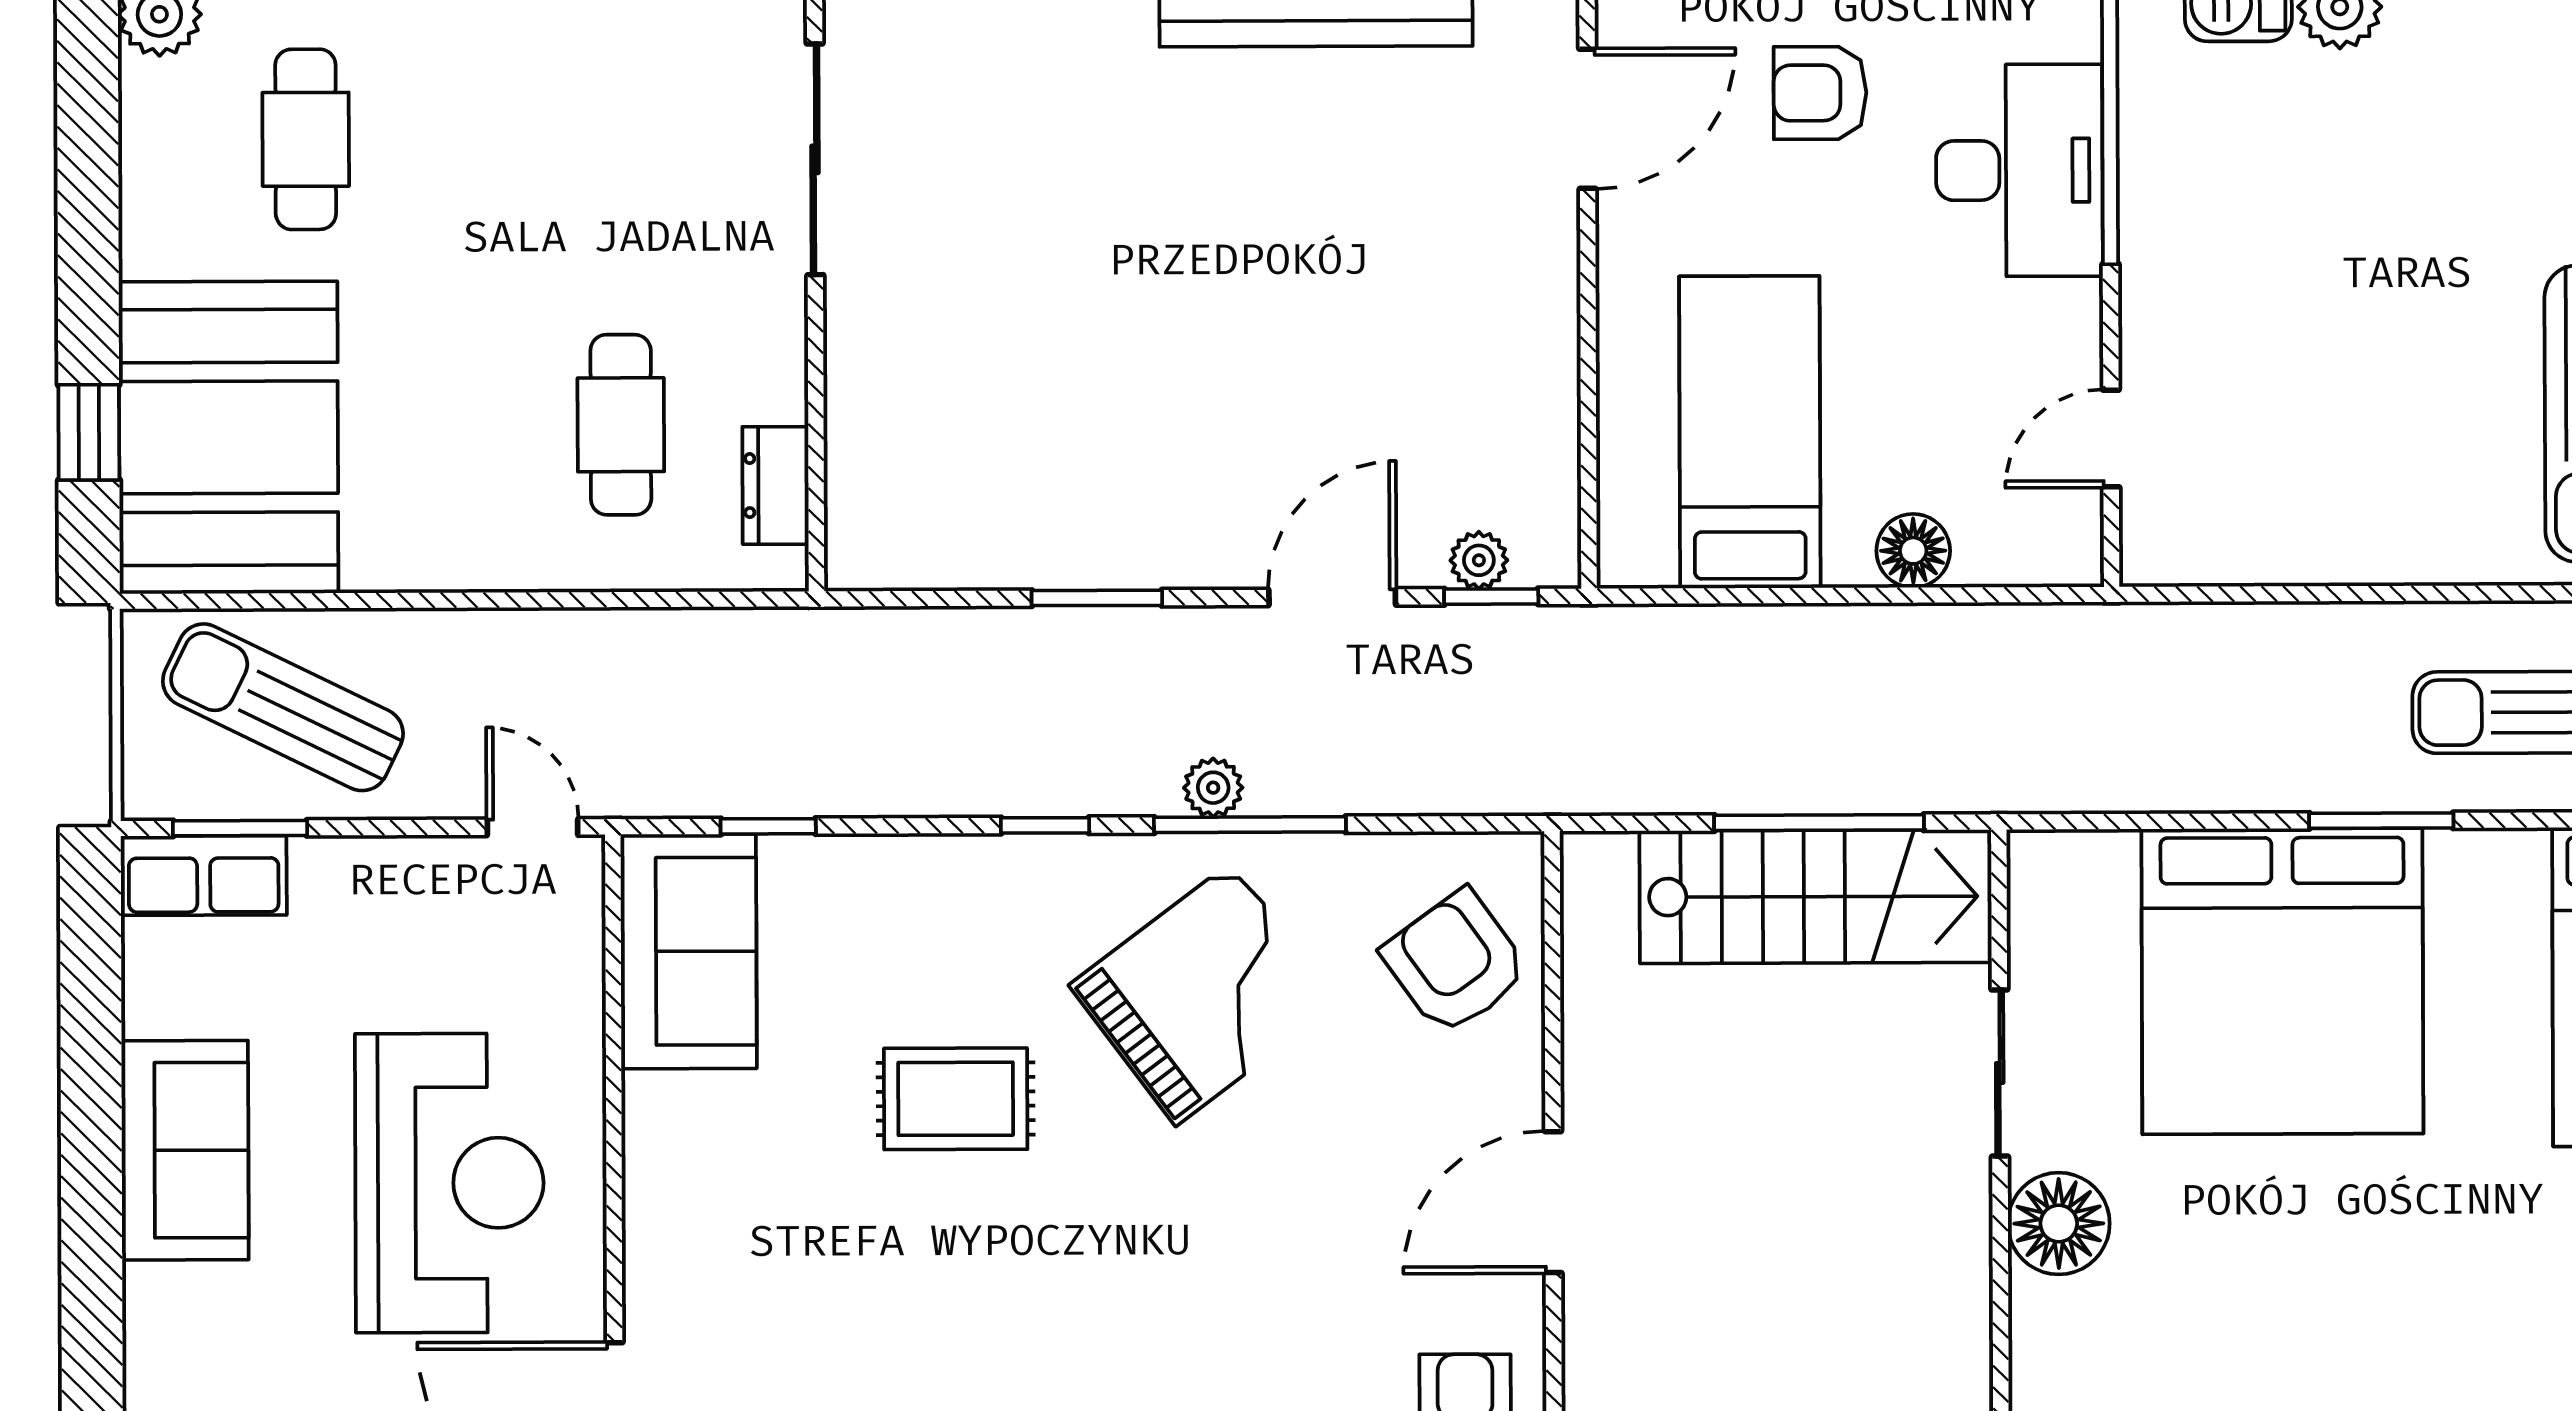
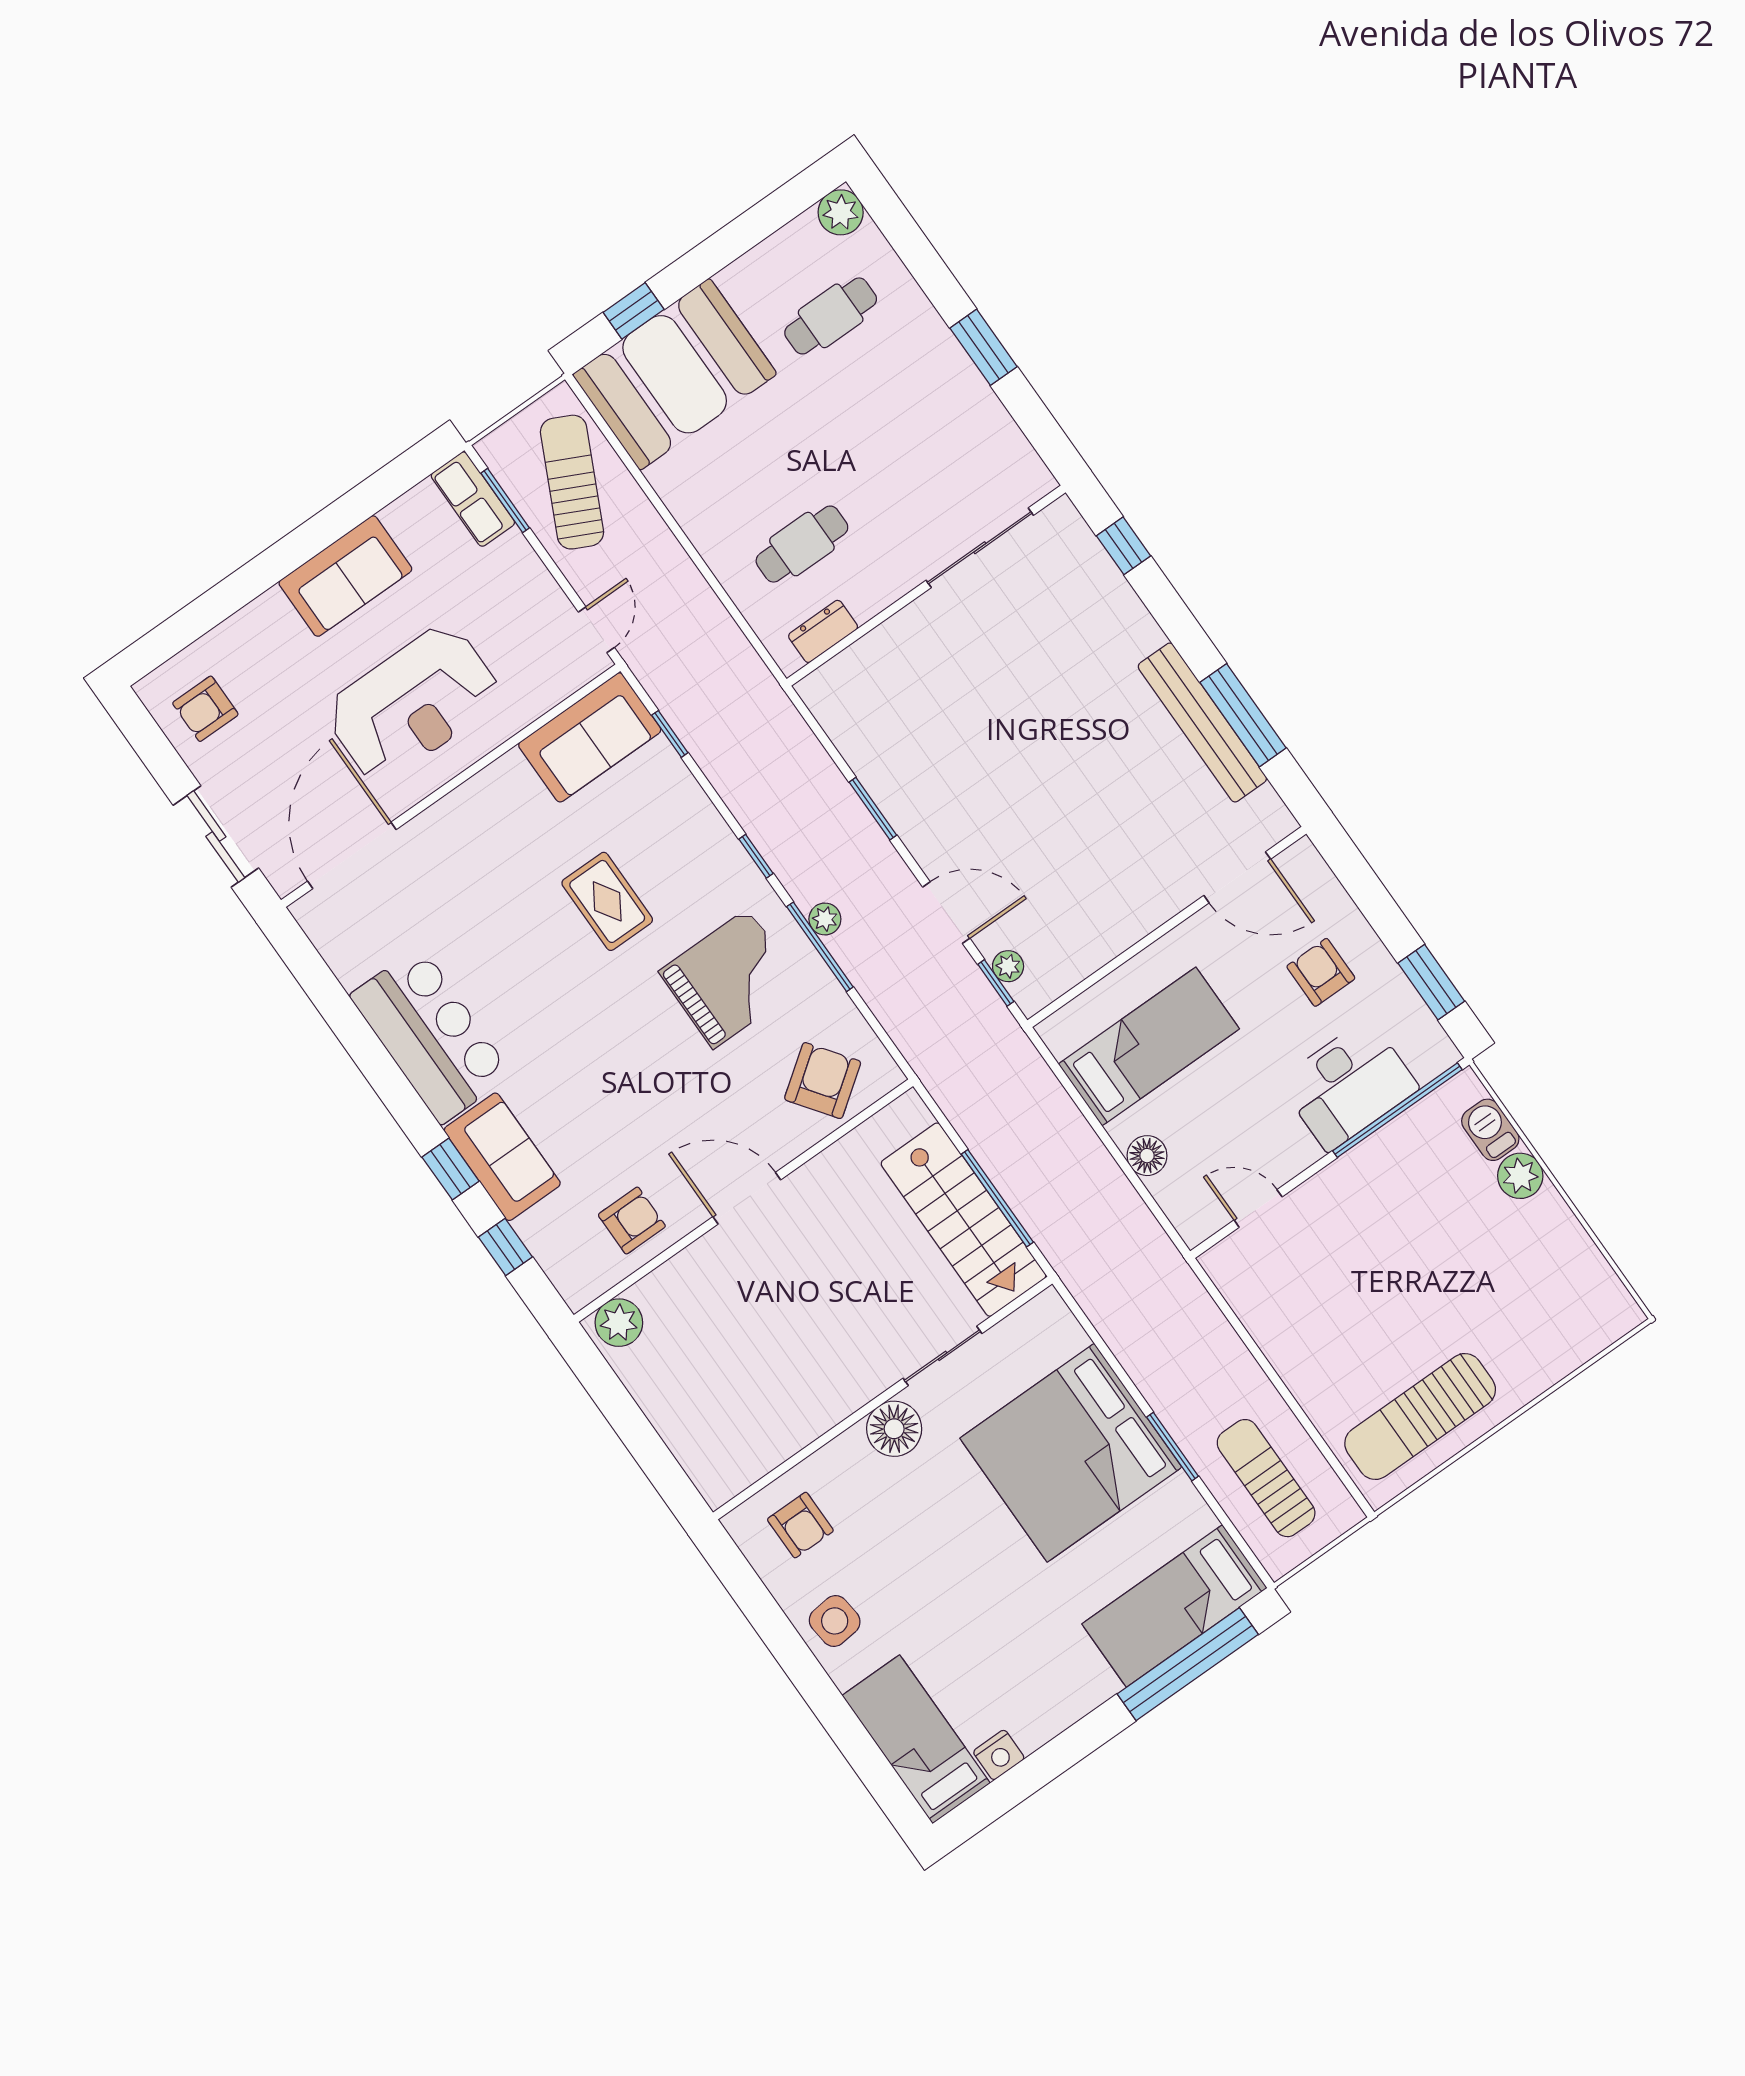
grand piano: (1204, 994) -> (731, 979), turned -53

